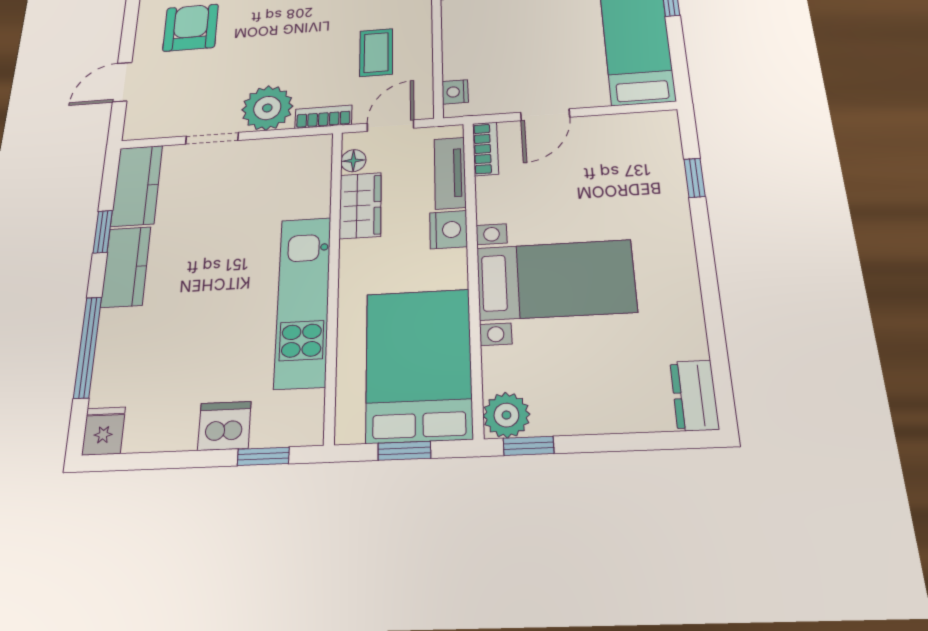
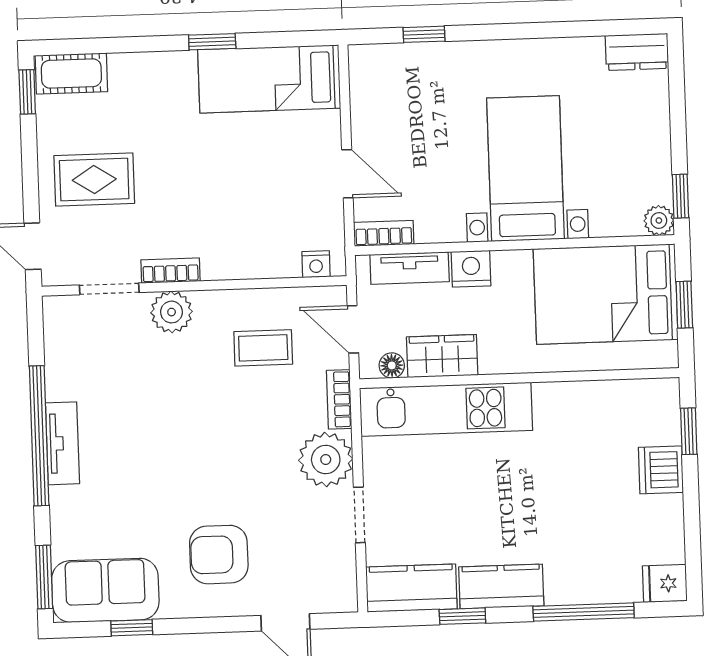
kitchen unit: (303, 301) -> (446, 409), moved
plant: (506, 415) -> (659, 220), width x0.73, depth x0.73

